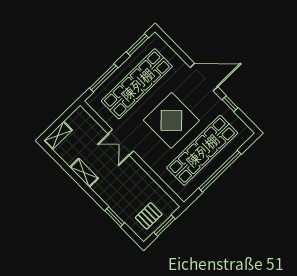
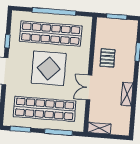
shelving: (58, 135) -> (99, 128), moved
double door: (121, 142) -> (89, 88), swing flipped
pallet: (149, 216) -> (107, 58), moved, turned 90

